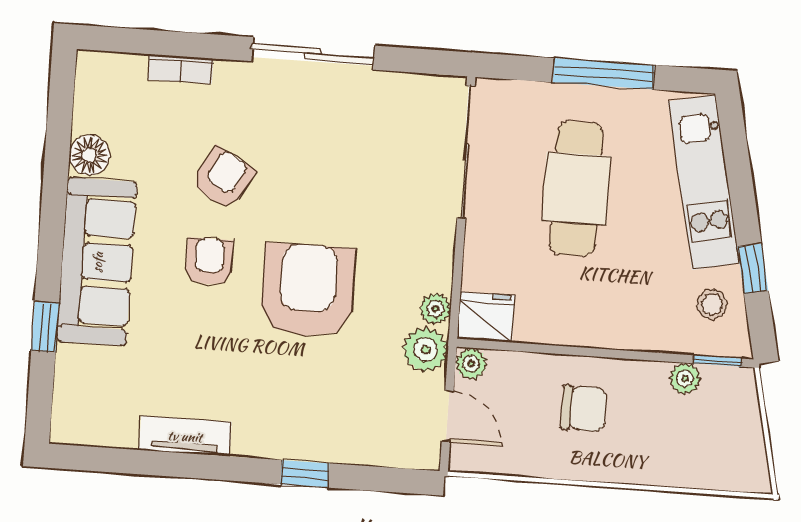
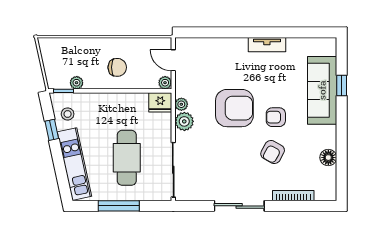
bookcase: (181, 69) -> (293, 196), width x1.56
sofa: (97, 262) -> (322, 90), moved
armchair: (209, 262) -> (276, 117), turned 90
armchair: (308, 291) -> (234, 108), turned -90
plant: (425, 350) -> (184, 121), moved
chair: (584, 409) -> (117, 67), turned 180
tv unit: (185, 436) -> (267, 45), moved
window: (305, 474) -> (230, 32), removed

